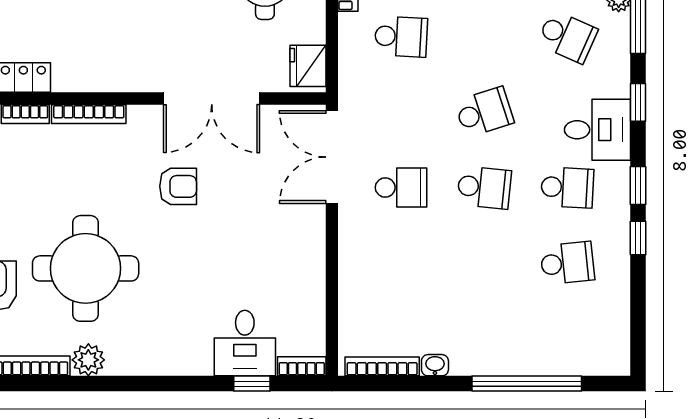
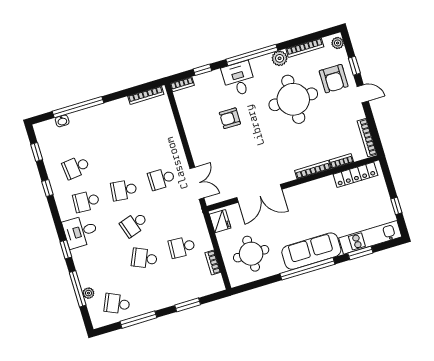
school desk: (567, 37) -> (144, 258), moved
double door: (212, 99) -> (259, 193), swing flipped
double door: (332, 157) -> (197, 183), width x0.73
window: (638, 185) -> (37, 152), moved
armchair: (178, 186) -> (230, 118), moved
desk: (245, 343) -> (239, 79), moved
washbasin: (435, 365) -> (62, 121), moved
window: (142, 384) -> (252, 55), added

